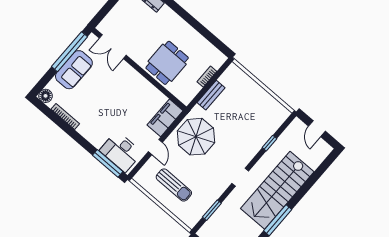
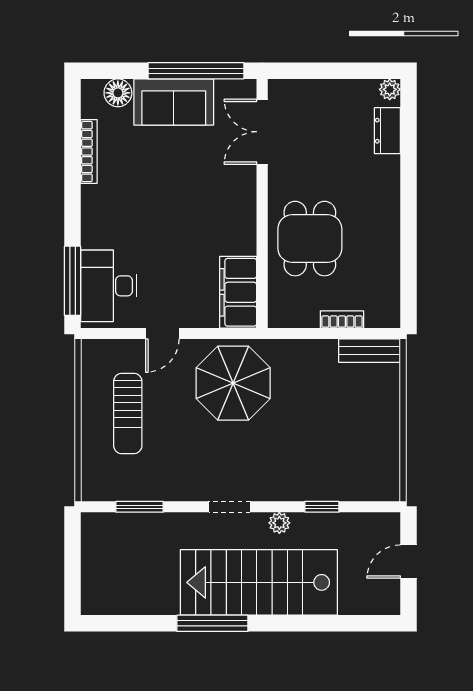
dining table: (167, 63) -> (310, 239), turned 90
bench: (211, 95) -> (369, 351), moved
floor lamp: (46, 96) -> (118, 93), moved
filing cabinet: (165, 118) -> (238, 292), moved, turned -90
plant: (262, 164) -> (279, 523), added

